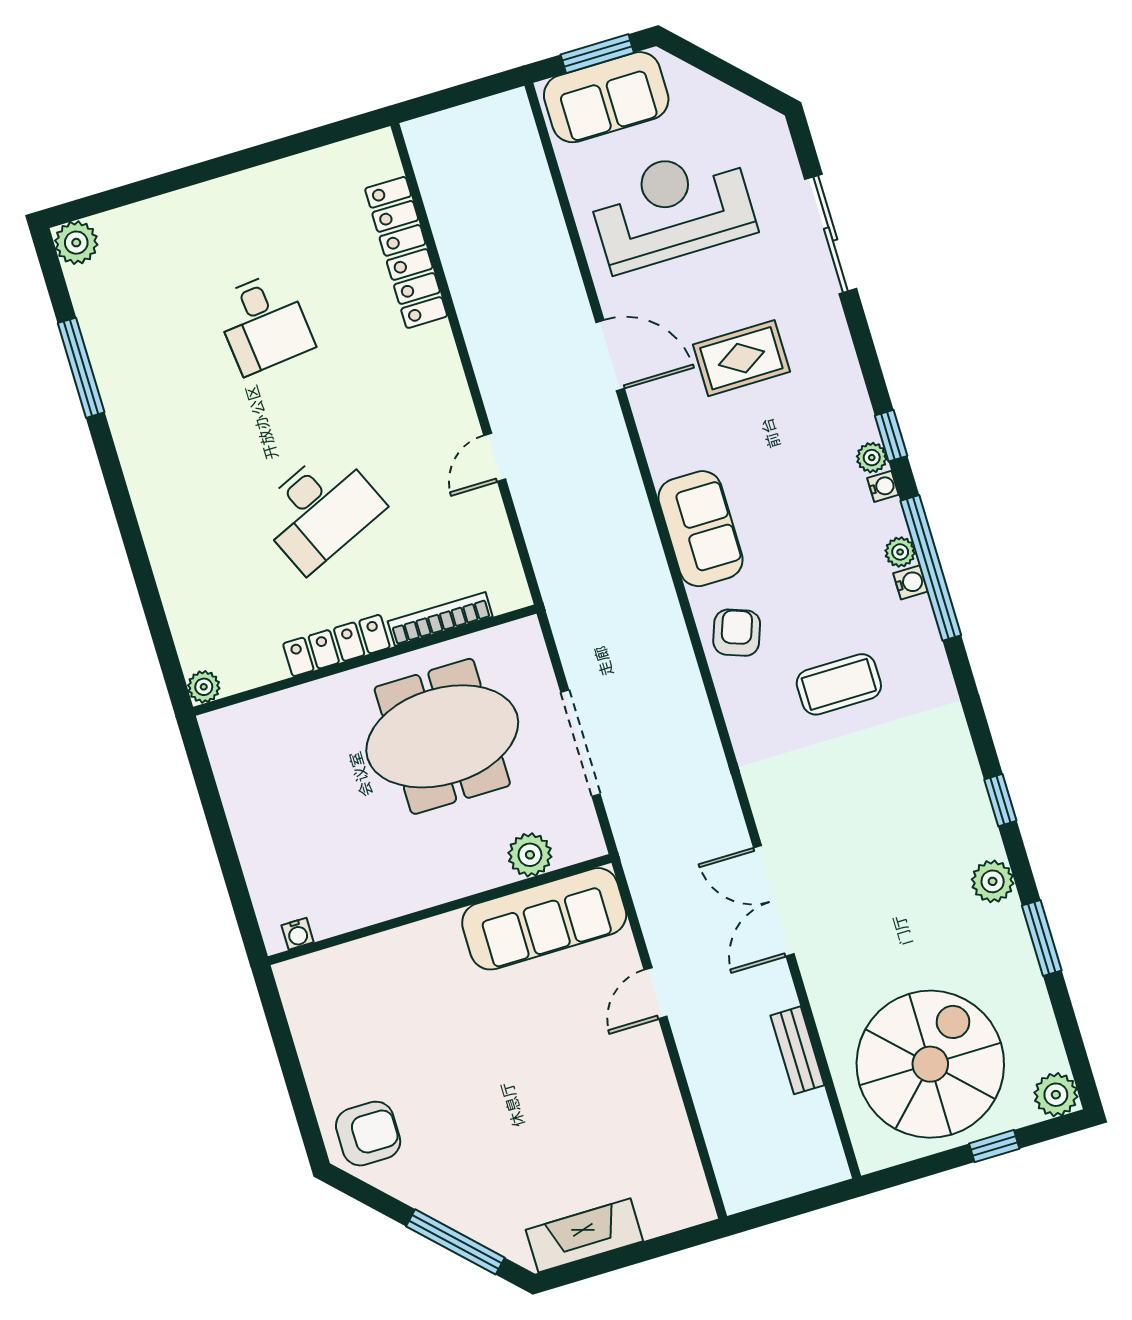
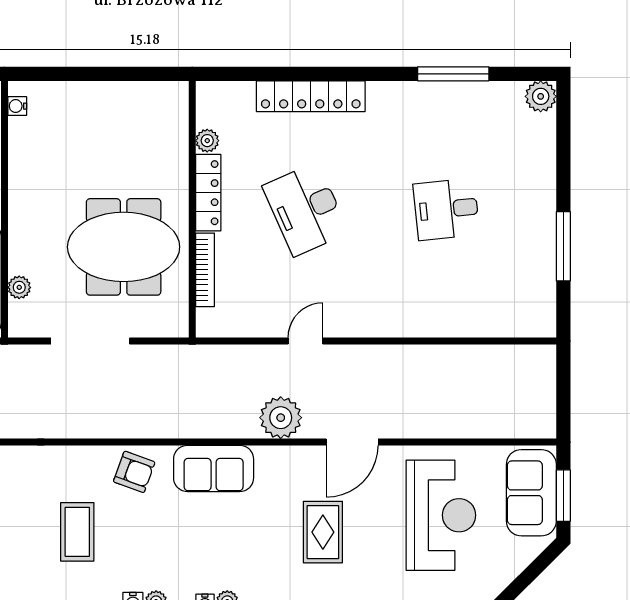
window: (266, 153) -> (563, 246), added
locker: (406, 252) -> (311, 96), moved, turned 180
door: (495, 457) -> (305, 341), hinge flipped
plant: (606, 460) -> (281, 418), added
plant: (204, 687) -> (207, 141), moved
meeting table: (442, 736) -> (124, 247), turned 90
plant: (530, 855) -> (19, 287), width x0.73, depth x0.73

